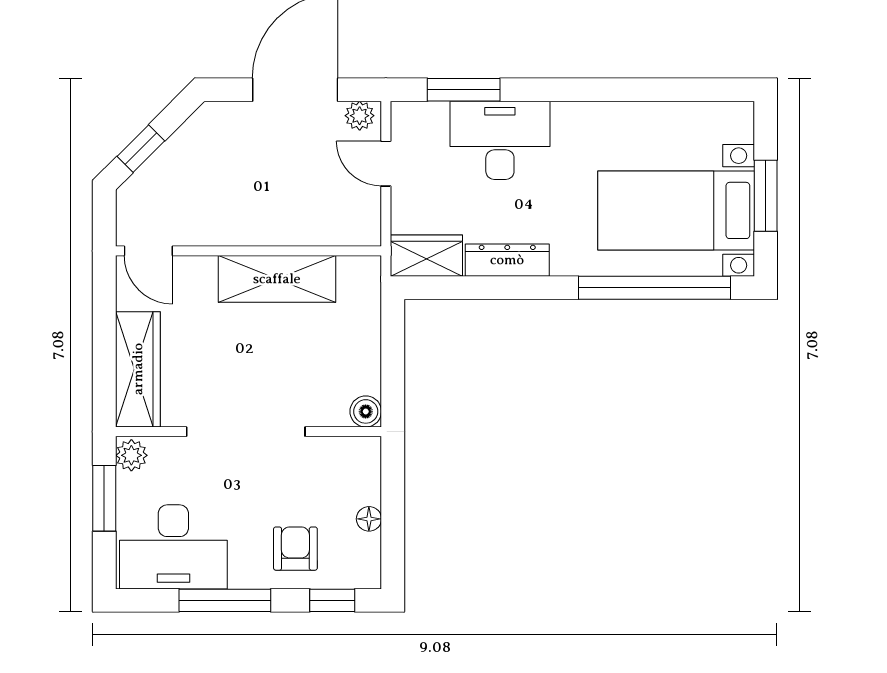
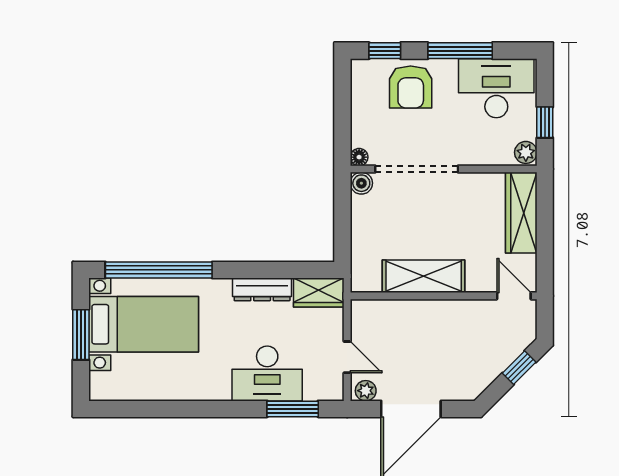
doorway: (246, 432) -> (417, 169), moved
window: (104, 498) -> (545, 122), width x0.67
floor lamp: (369, 519) -> (359, 157), moved
armchair: (295, 549) -> (411, 87), width x1.38, depth x1.38

